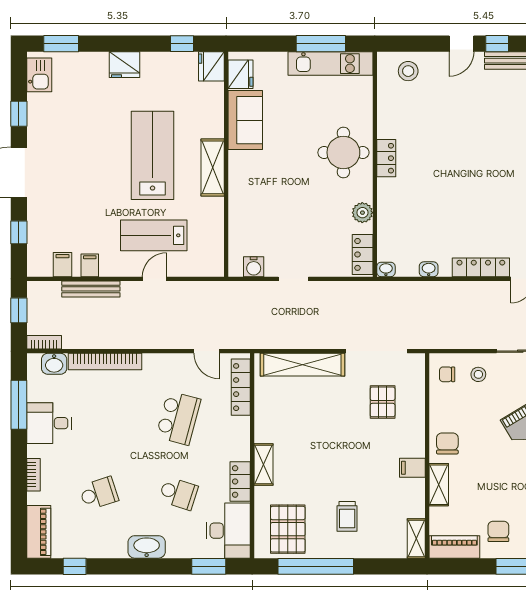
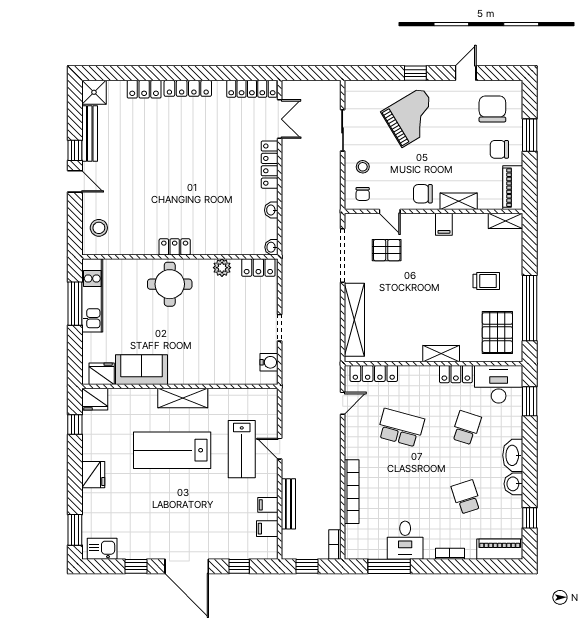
washbasin: (54, 364) -> (513, 484), moved, turned 180
door: (427, 405) -> (390, 211), added
pallet: (288, 529) -> (497, 333), turned 90

